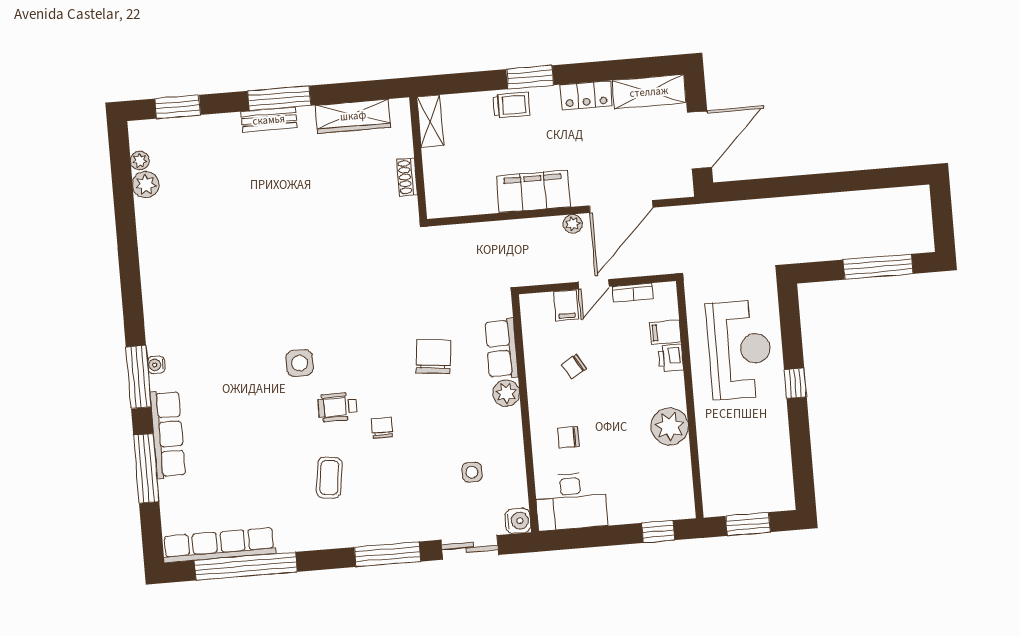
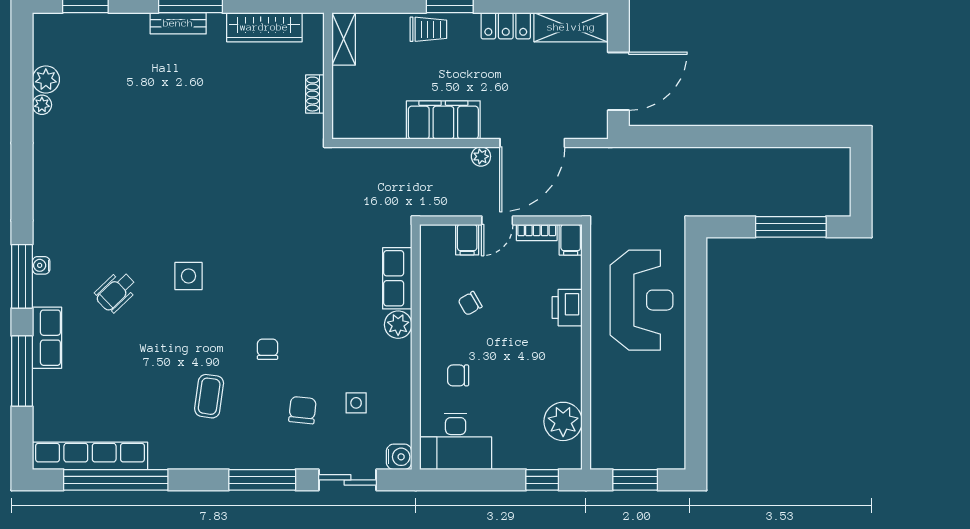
plant: (140, 161) -> (42, 105), moved
filing cabinet: (665, 332) -> (571, 240), moved, turned -90
chair: (433, 357) -> (302, 410), moved, width x0.73, depth x0.73
printer: (671, 358) -> (567, 308), width x1.36, depth x1.24
window: (795, 383) -> (696, 339), removed
wheelchair: (338, 407) -> (116, 292), moved, turned -44
plant: (670, 426) -> (563, 421), moved
row of seats: (168, 434) -> (47, 338), width x0.68

